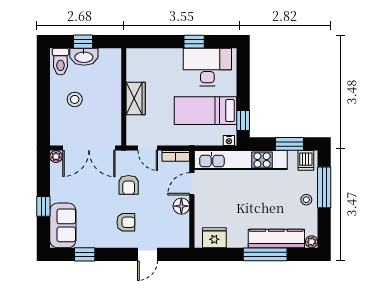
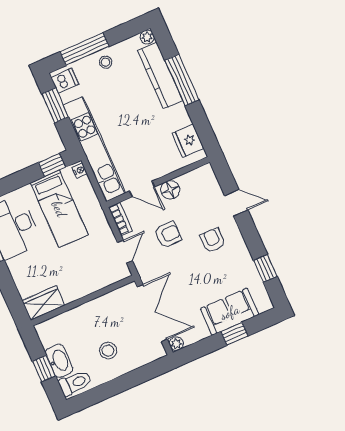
wardrobe: (136, 98) -> (43, 303), moved
armchair: (129, 185) -> (168, 235), moved
sofa: (63, 225) -> (230, 312), moved

